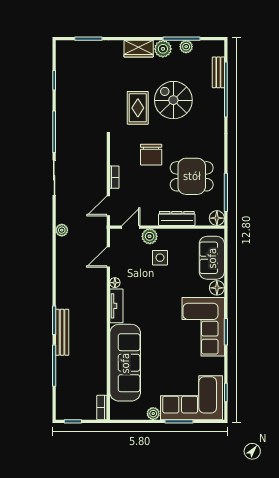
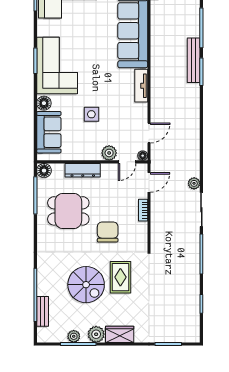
plant: (62, 230) -> (194, 183), moved
side table: (160, 258) -> (91, 114), moved
floor lamp: (115, 283) -> (143, 156), moved

